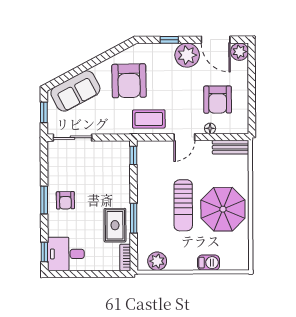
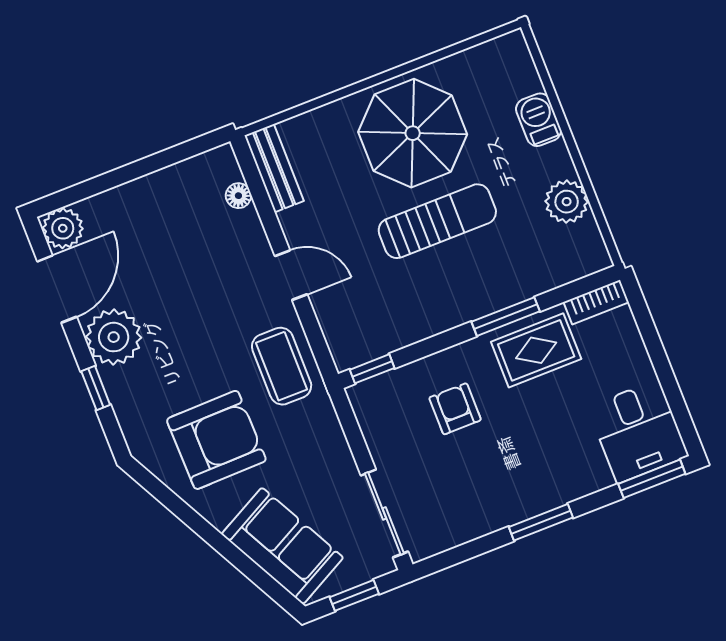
armchair: (218, 100) -> (183, 235), removed
floor lamp: (210, 128) -> (238, 196), moved
armchair: (65, 200) -> (455, 409), moved, turned -89
window: (44, 252) -> (652, 479), width x1.50
plant: (157, 261) -> (567, 202), moved

